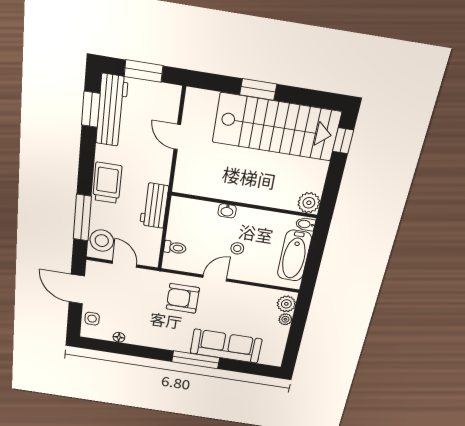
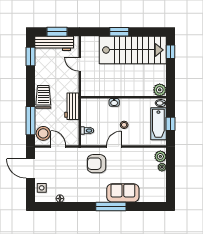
workbench: (112, 111) -> (54, 43), moved, turned 90
window: (314, 259) -> (170, 124), added
sofa: (226, 346) -> (123, 193), width x0.73

